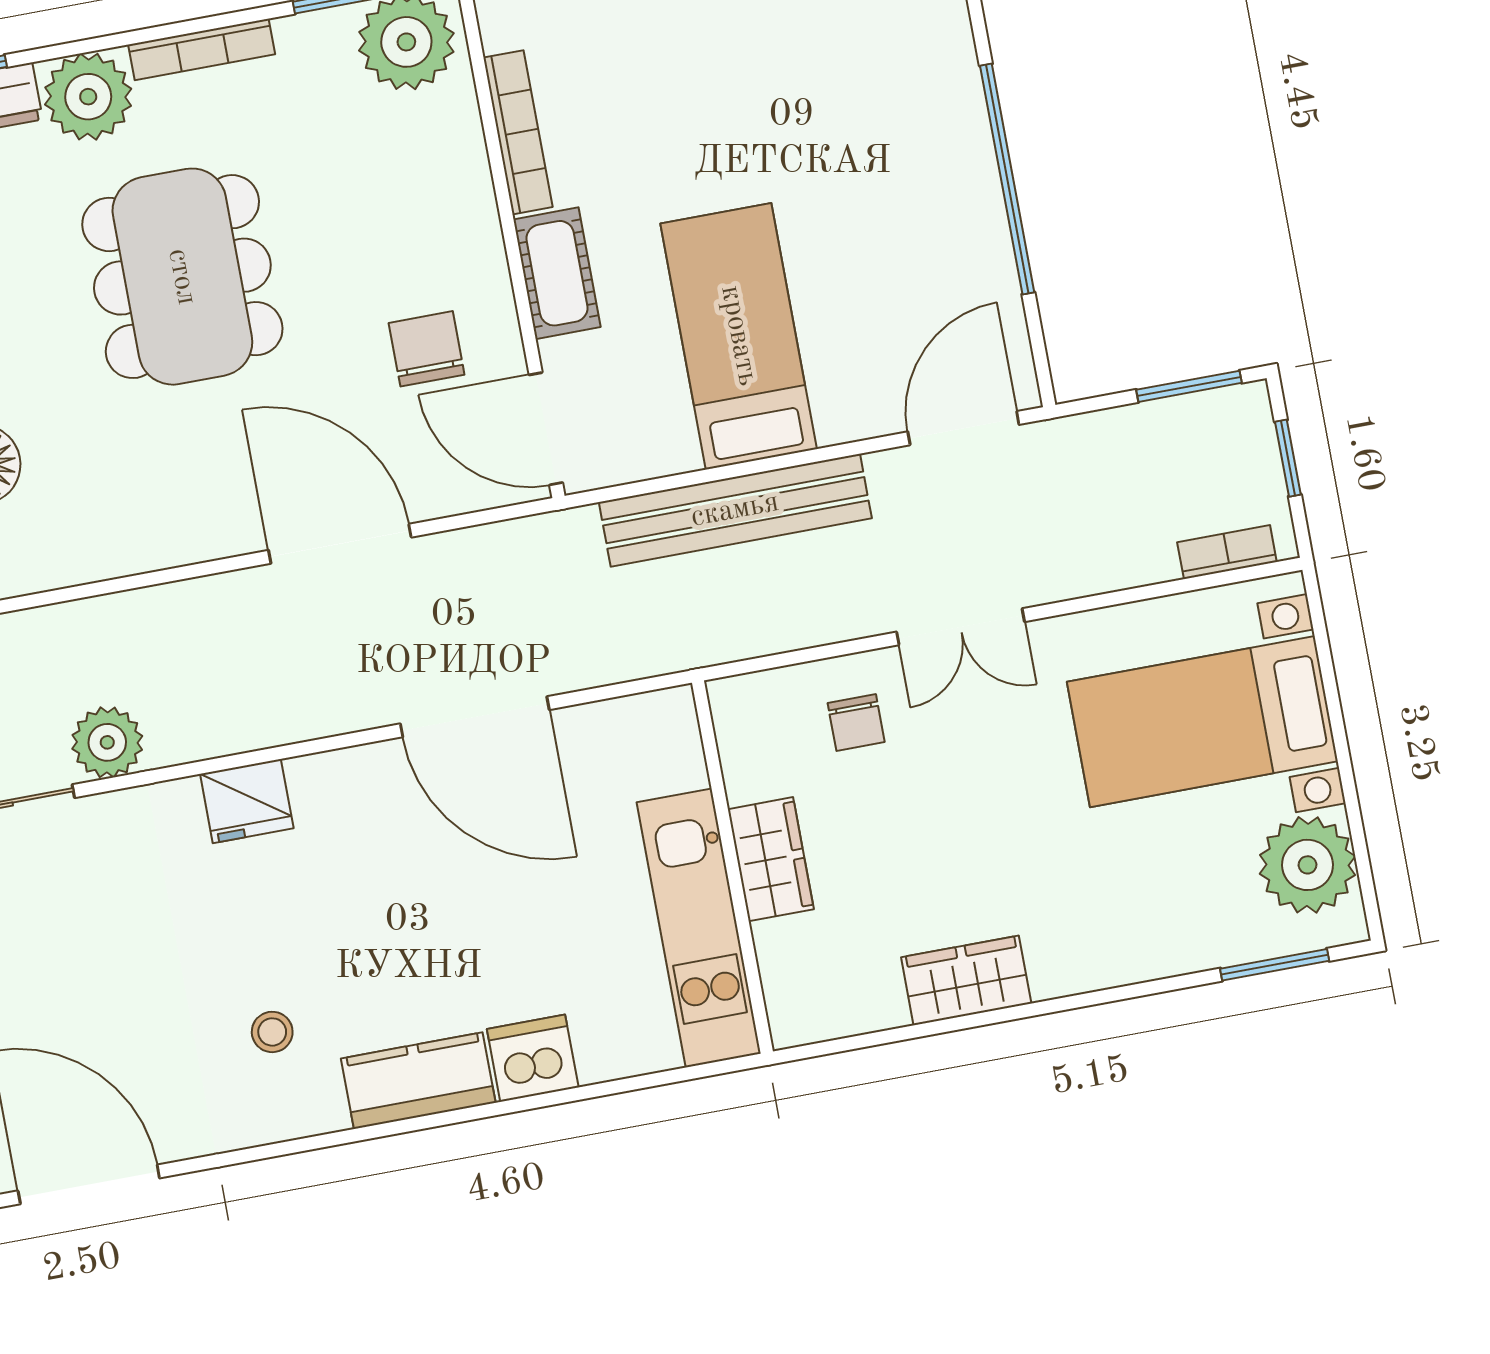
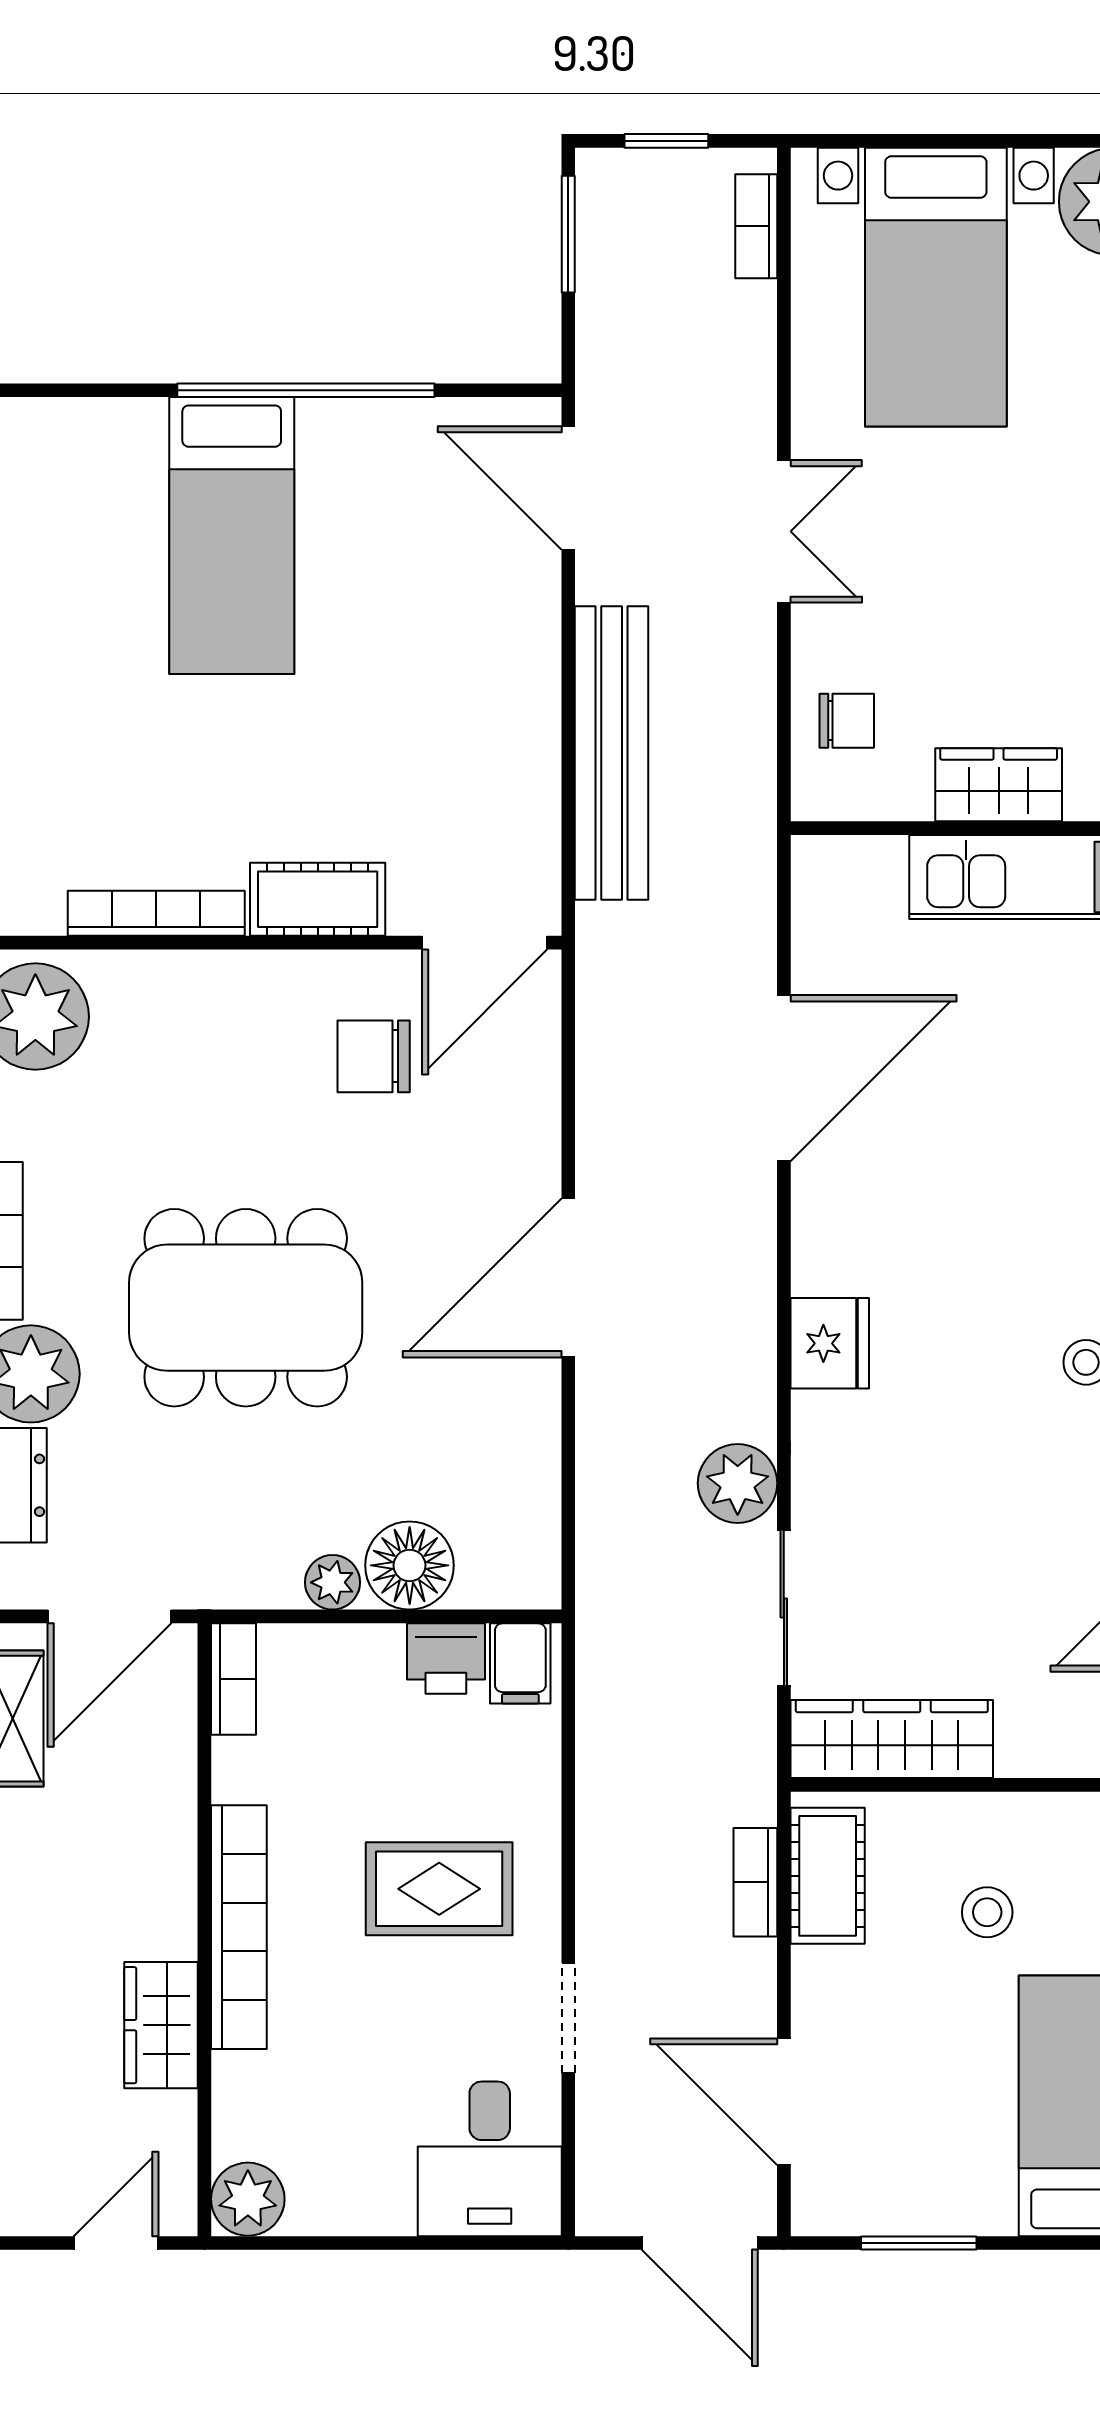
bed: (739, 336) -> (232, 536), moved, turned -90
door: (340, 544) -> (568, 1278), moved
chair: (856, 723) -> (847, 721), moved

